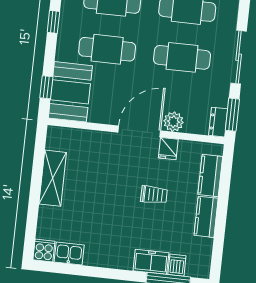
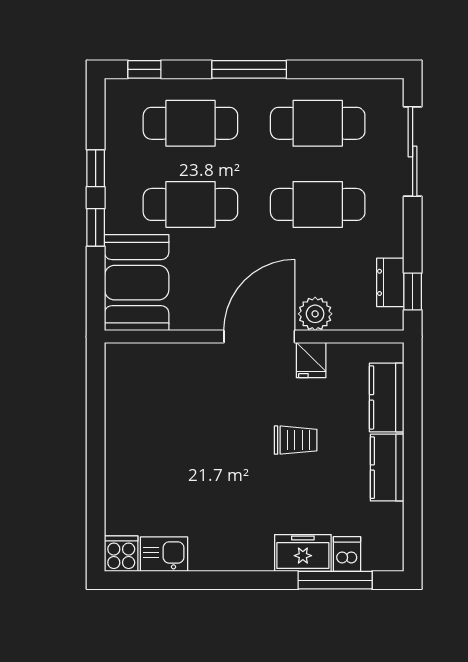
sliding door: (239, 57) -> (413, 152), moved
window: (46, 87) -> (96, 227), moved
window: (232, 115) -> (413, 291), width x0.67
dresser: (218, 122) -> (390, 282), moved
shelving: (53, 178) -> (123, 431), removed

